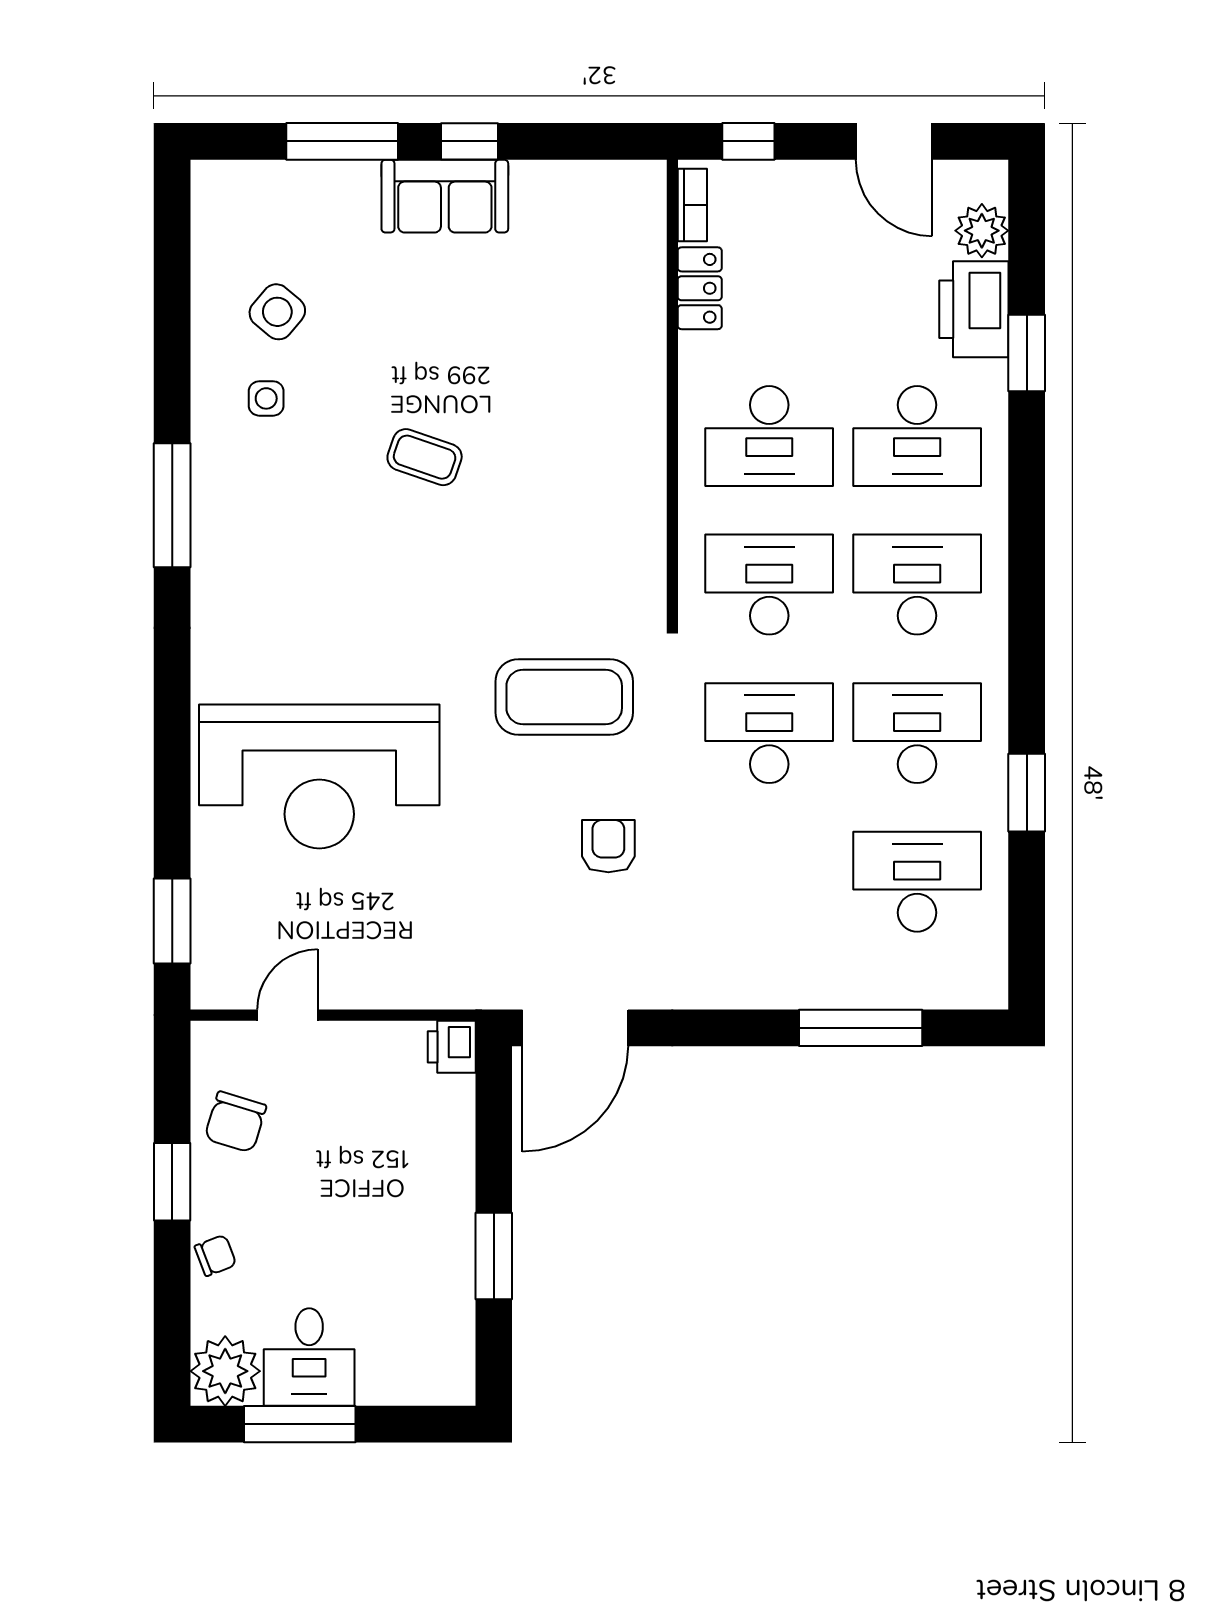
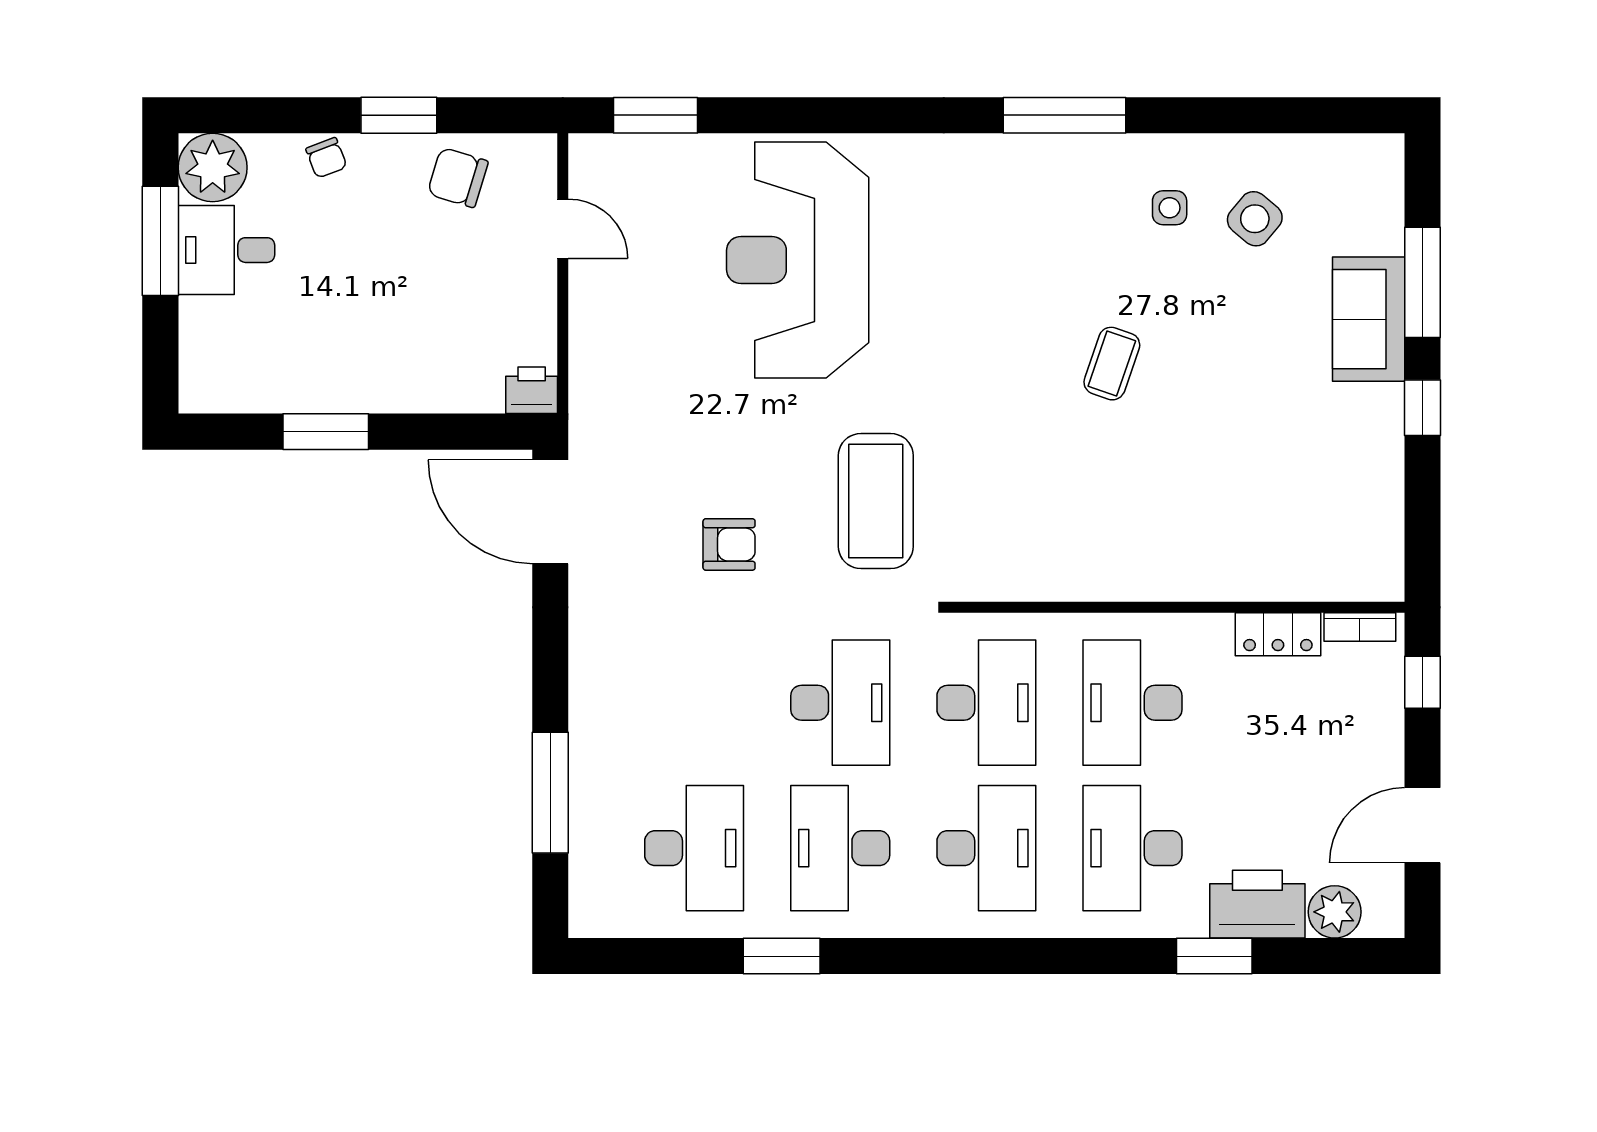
sofa: (445, 196) -> (1369, 319), moved
desk: (917, 733) -> (840, 848), turned 180

